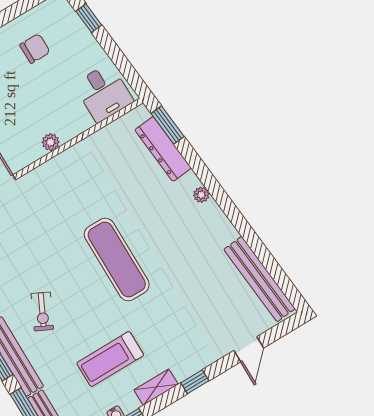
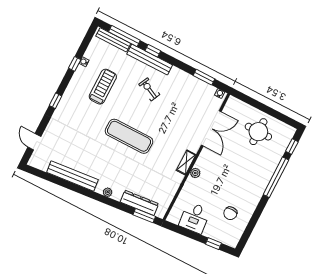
desk: (104, 93) -> (195, 218), moved, turned -95
bench: (259, 279) -> (72, 176), moved
door: (249, 349) -> (34, 142), moved
shelving: (156, 387) -> (186, 162), moved

